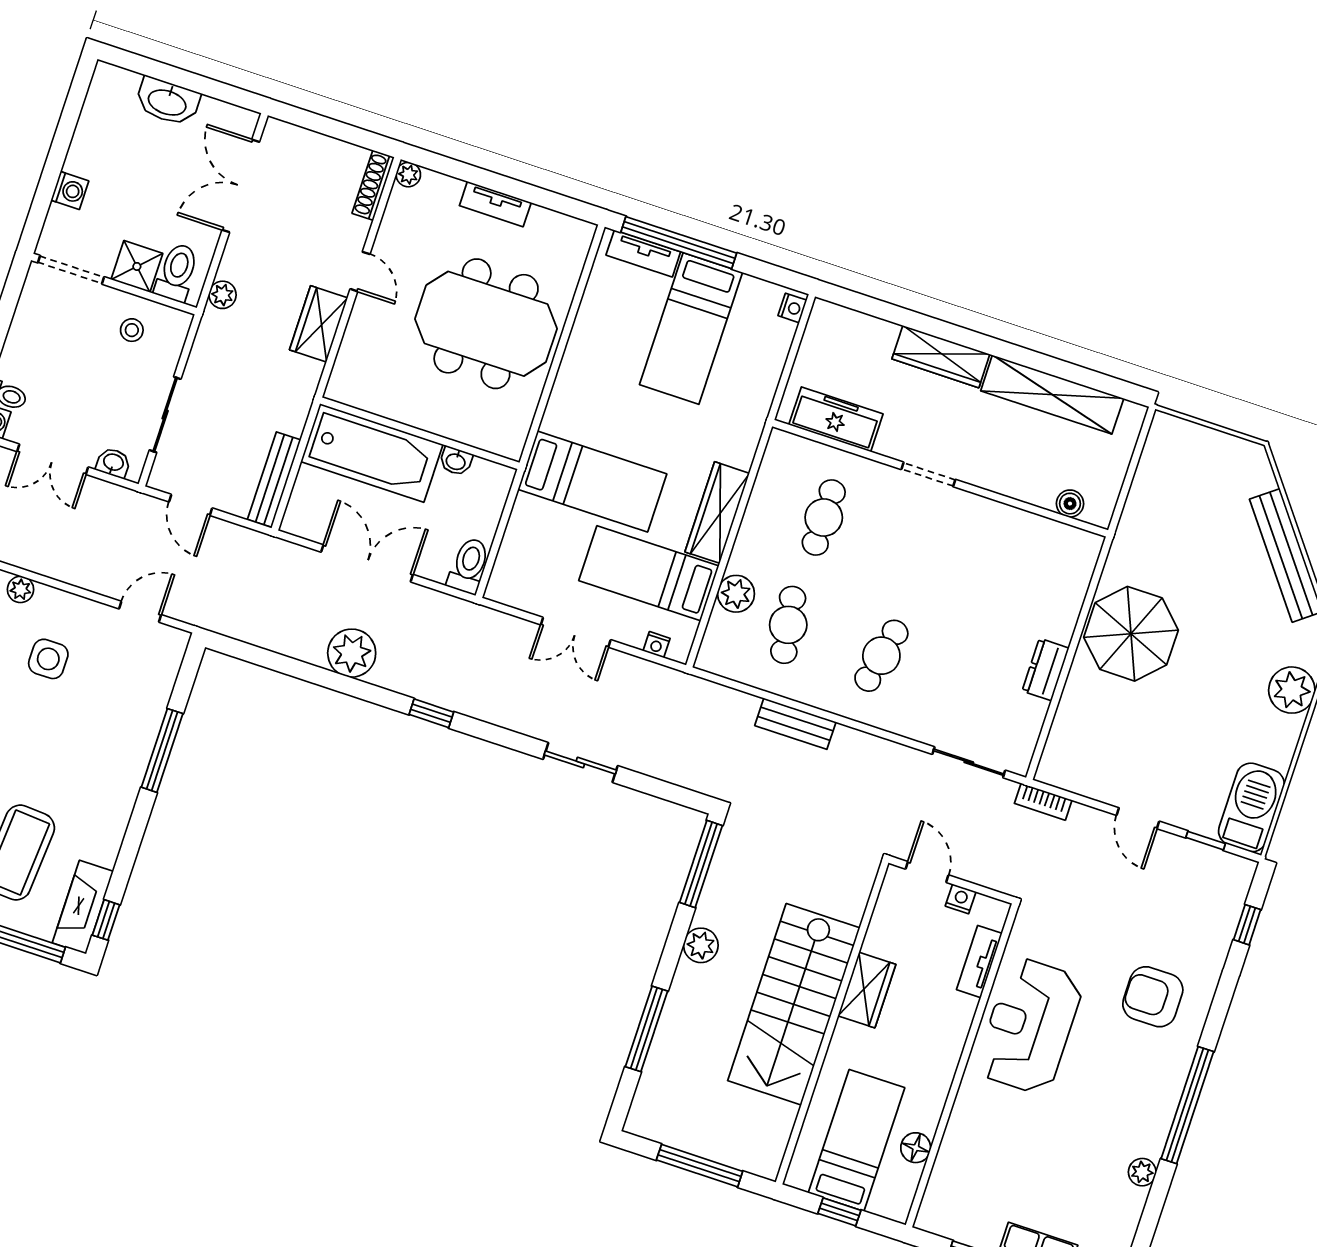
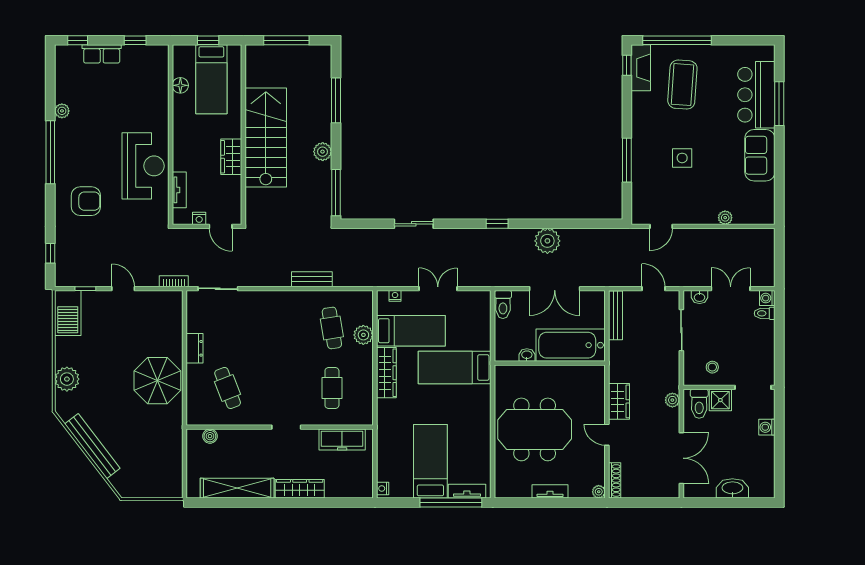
cafe table: (881, 656) -> (228, 388), moved, turned -33
side table: (48, 659) -> (682, 158), moved

